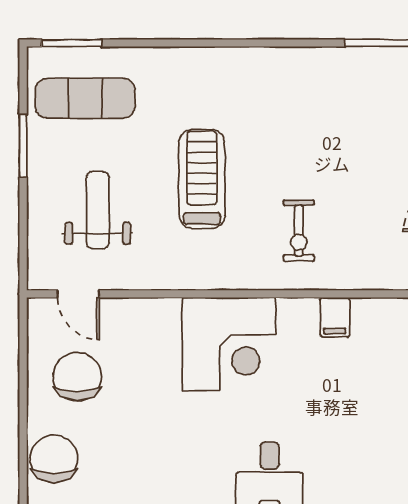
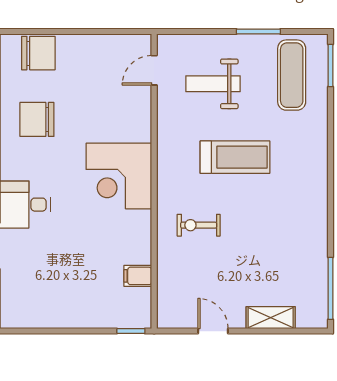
weight bench: (98, 210) -> (213, 84), turned 180
filing cabinet: (335, 317) -> (138, 276), moved
chair: (77, 377) -> (37, 119), moved, turned 180

